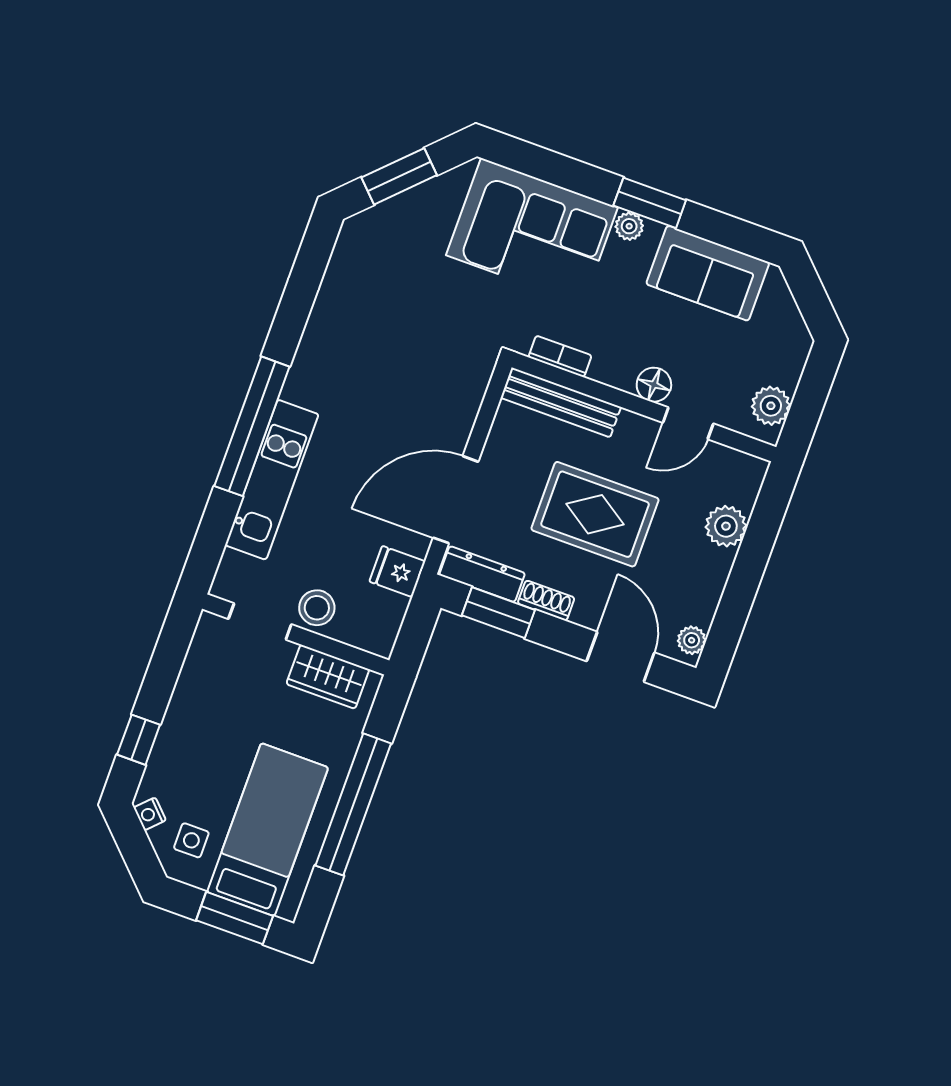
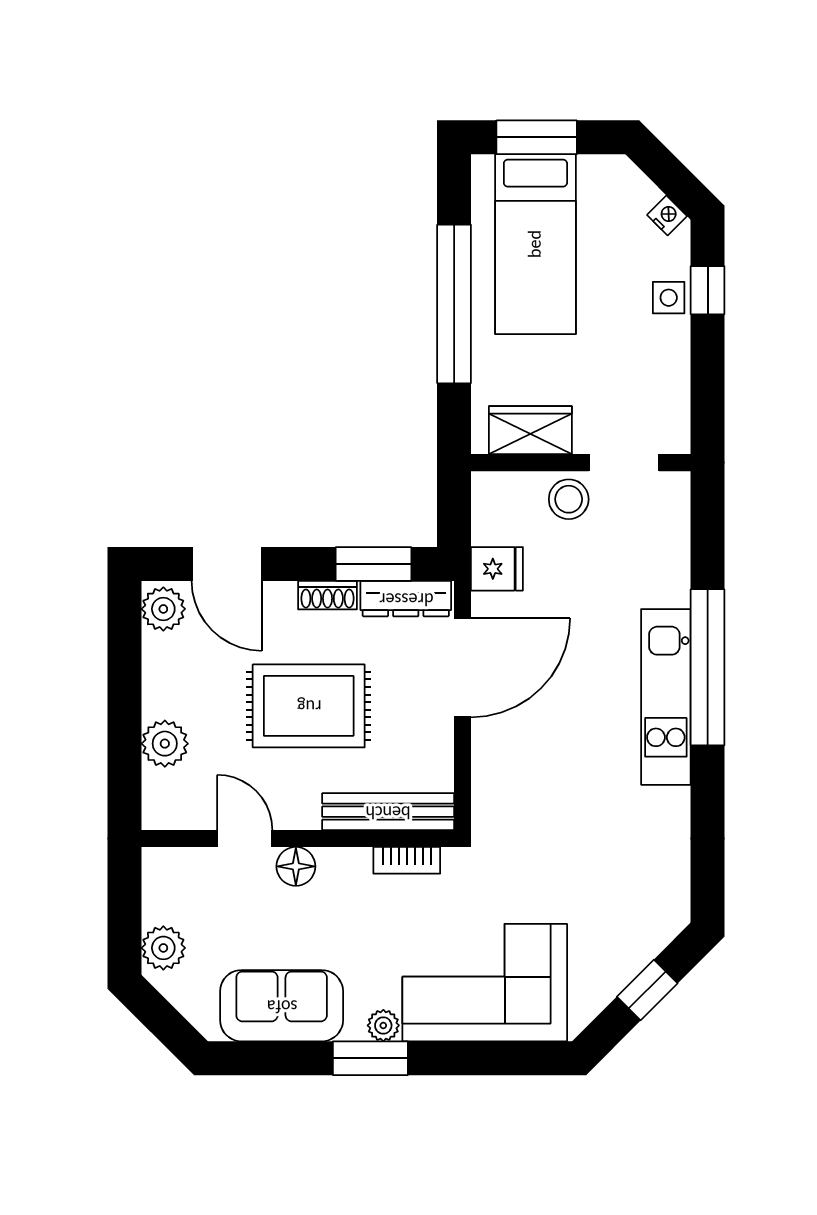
window: (399, 176) -> (647, 990), width x0.67
plant: (771, 406) -> (163, 948), moved
door: (688, 423) -> (245, 839), hinge flipped
kitchen unit: (272, 480) -> (666, 697), moved
plant: (692, 640) -> (163, 609), width x1.38, depth x1.38
side table: (191, 840) -> (669, 298), moved

